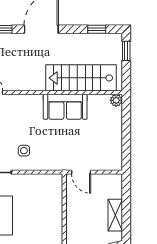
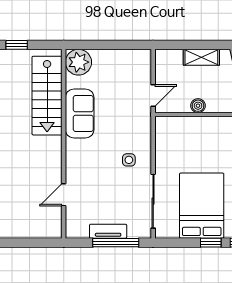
plant: (116, 100) -> (78, 62), width x1.87, depth x1.87
boiler: (72, 212) -> (198, 106), added

